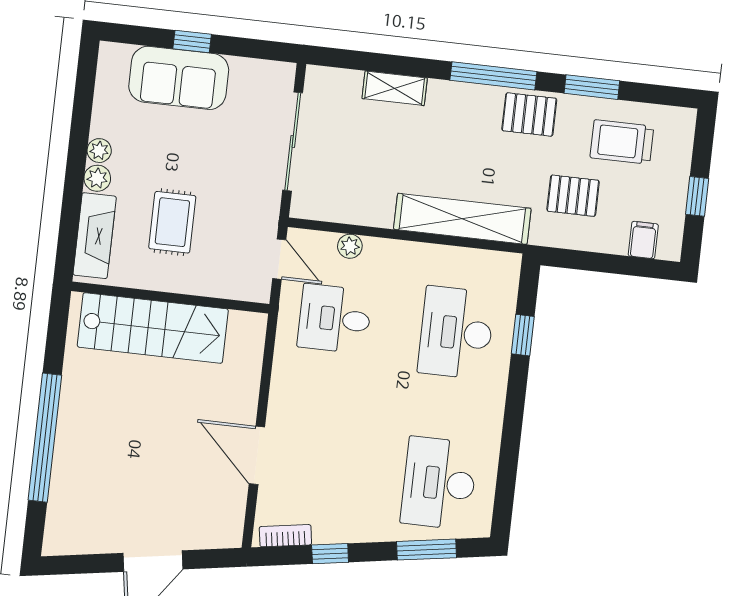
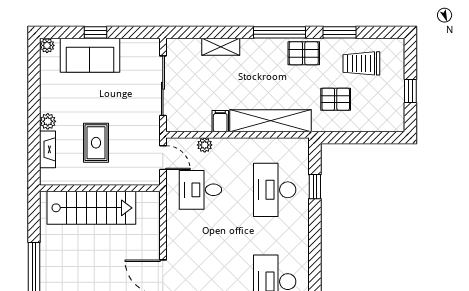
plant: (99, 151) -> (47, 45), moved
fireplace: (95, 236) -> (48, 149), width x0.73, depth x0.76
filing cabinet: (643, 240) -> (220, 121), moved

